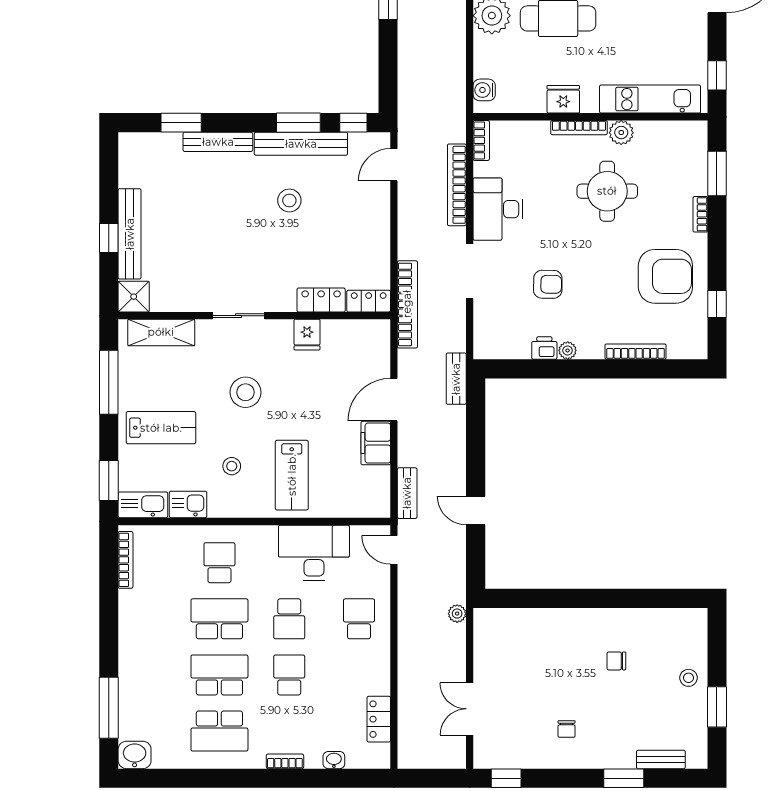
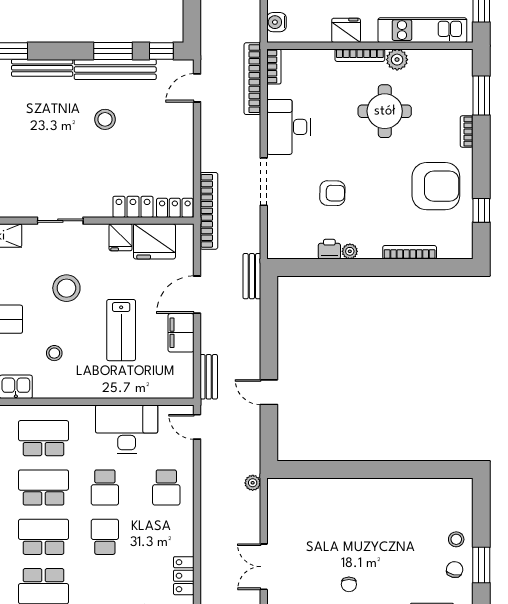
bookcase: (457, 185) -> (252, 79), moved
fridge: (346, 339) -> (154, 241), added
lab bench: (292, 475) -> (121, 330), moved
school desk: (219, 563) -> (44, 438), width x1.85
school desk: (359, 619) -> (166, 487), turned 180
chair: (616, 661) -> (455, 570), moved, turned 104

